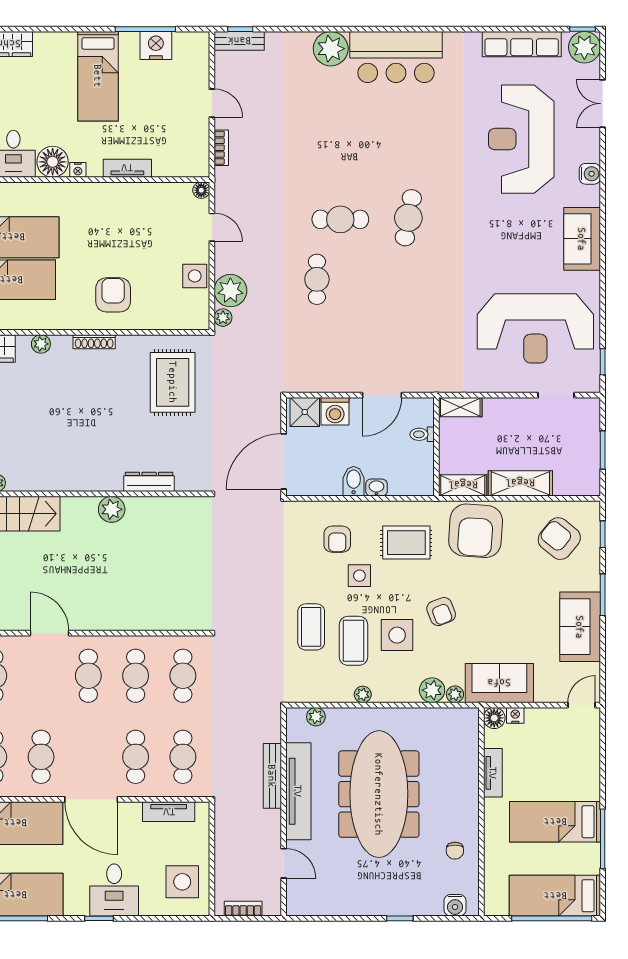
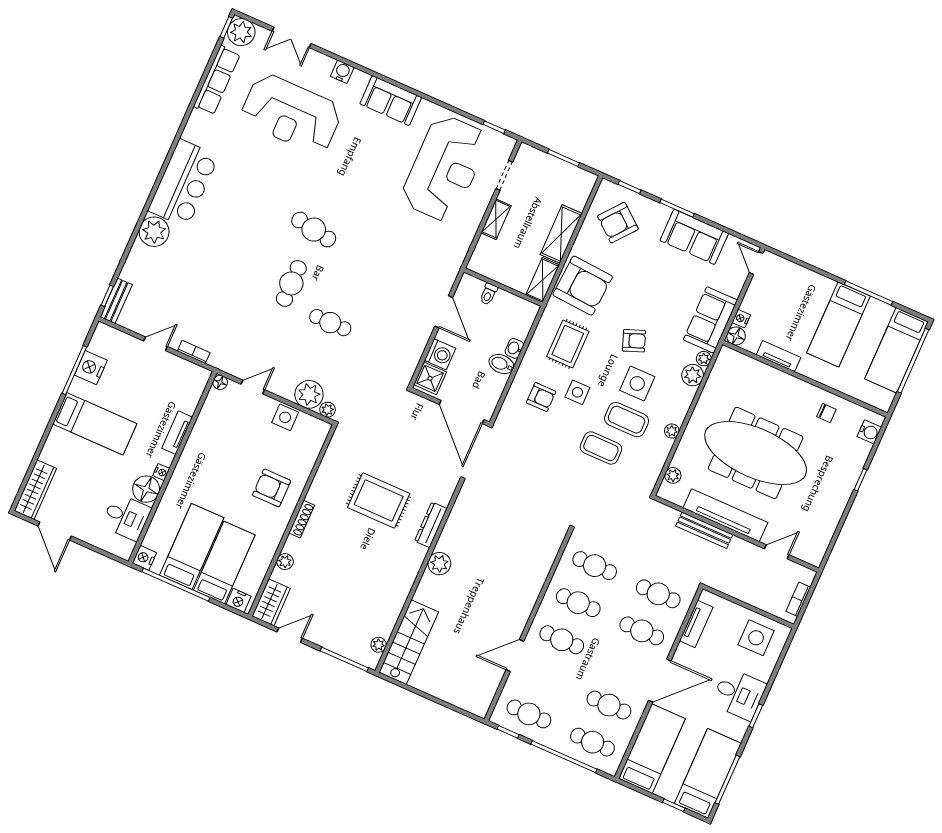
rug: (173, 382) -> (379, 500), moved
shelving: (460, 407) -> (496, 219), moved

